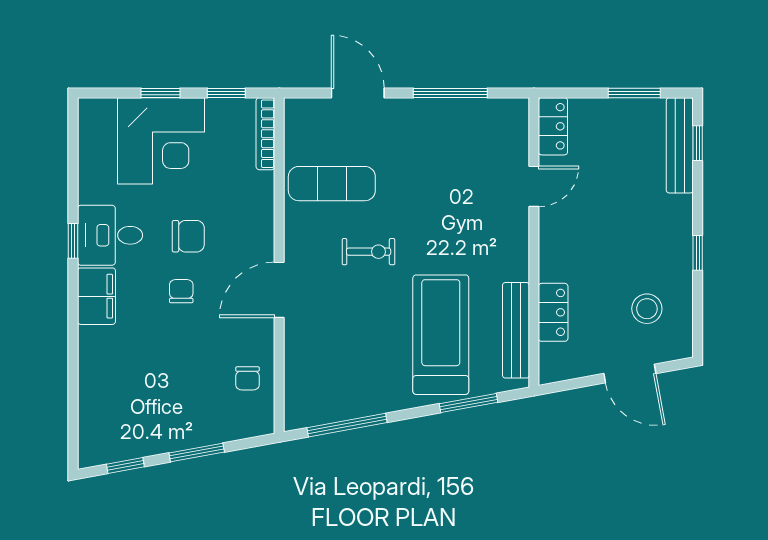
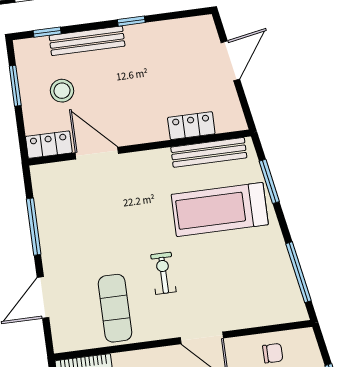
bench: (680, 145) -> (87, 41), moved
door: (534, 186) -> (97, 153), width x1.38
stool: (647, 309) -> (62, 91), moved

